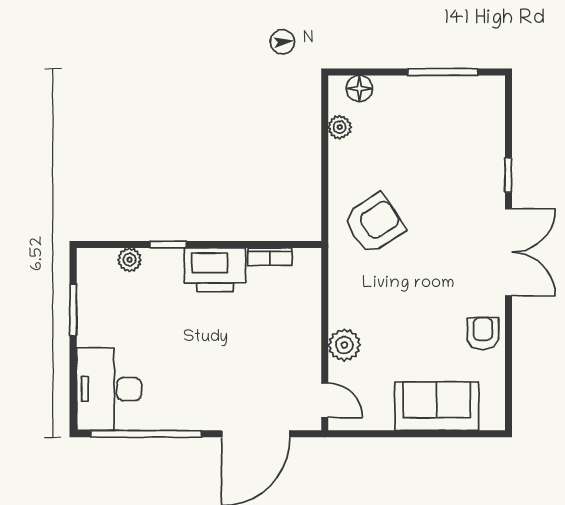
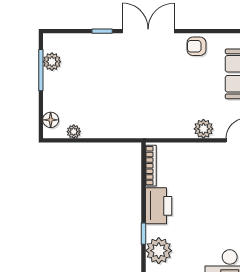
plant: (457, 91) -> (52, 62), added
armchair: (374, 223) -> (131, 111), removed
bookcase: (270, 257) -> (151, 166), width x1.56
plant: (129, 260) -> (159, 251), width x1.88, depth x1.88

